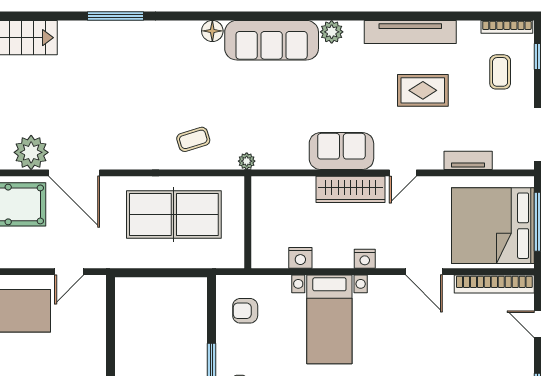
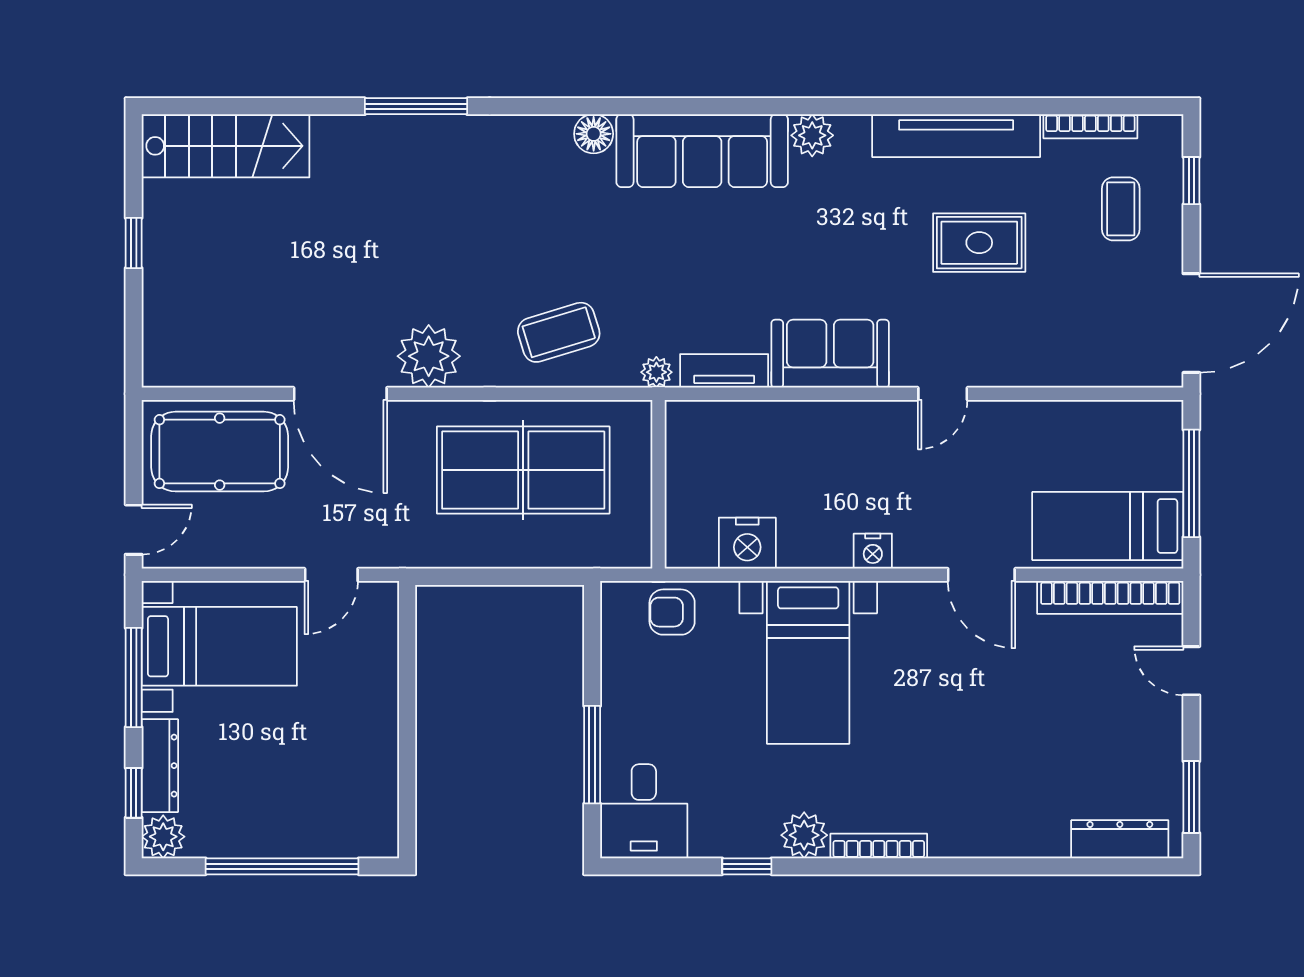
bookcase: (507, 27) -> (1090, 126), moved
coffee table: (193, 139) -> (559, 332), width x1.36, depth x1.30
plant: (31, 152) -> (429, 356), moved
tv unit: (468, 160) -> (724, 371), moved
wardrobe: (351, 189) -> (847, 424), removed
bed: (493, 226) -> (1108, 526), width x0.49
nightstand: (300, 258) -> (747, 543), width x1.36, depth x1.33
armchair: (245, 311) -> (672, 612), moved

